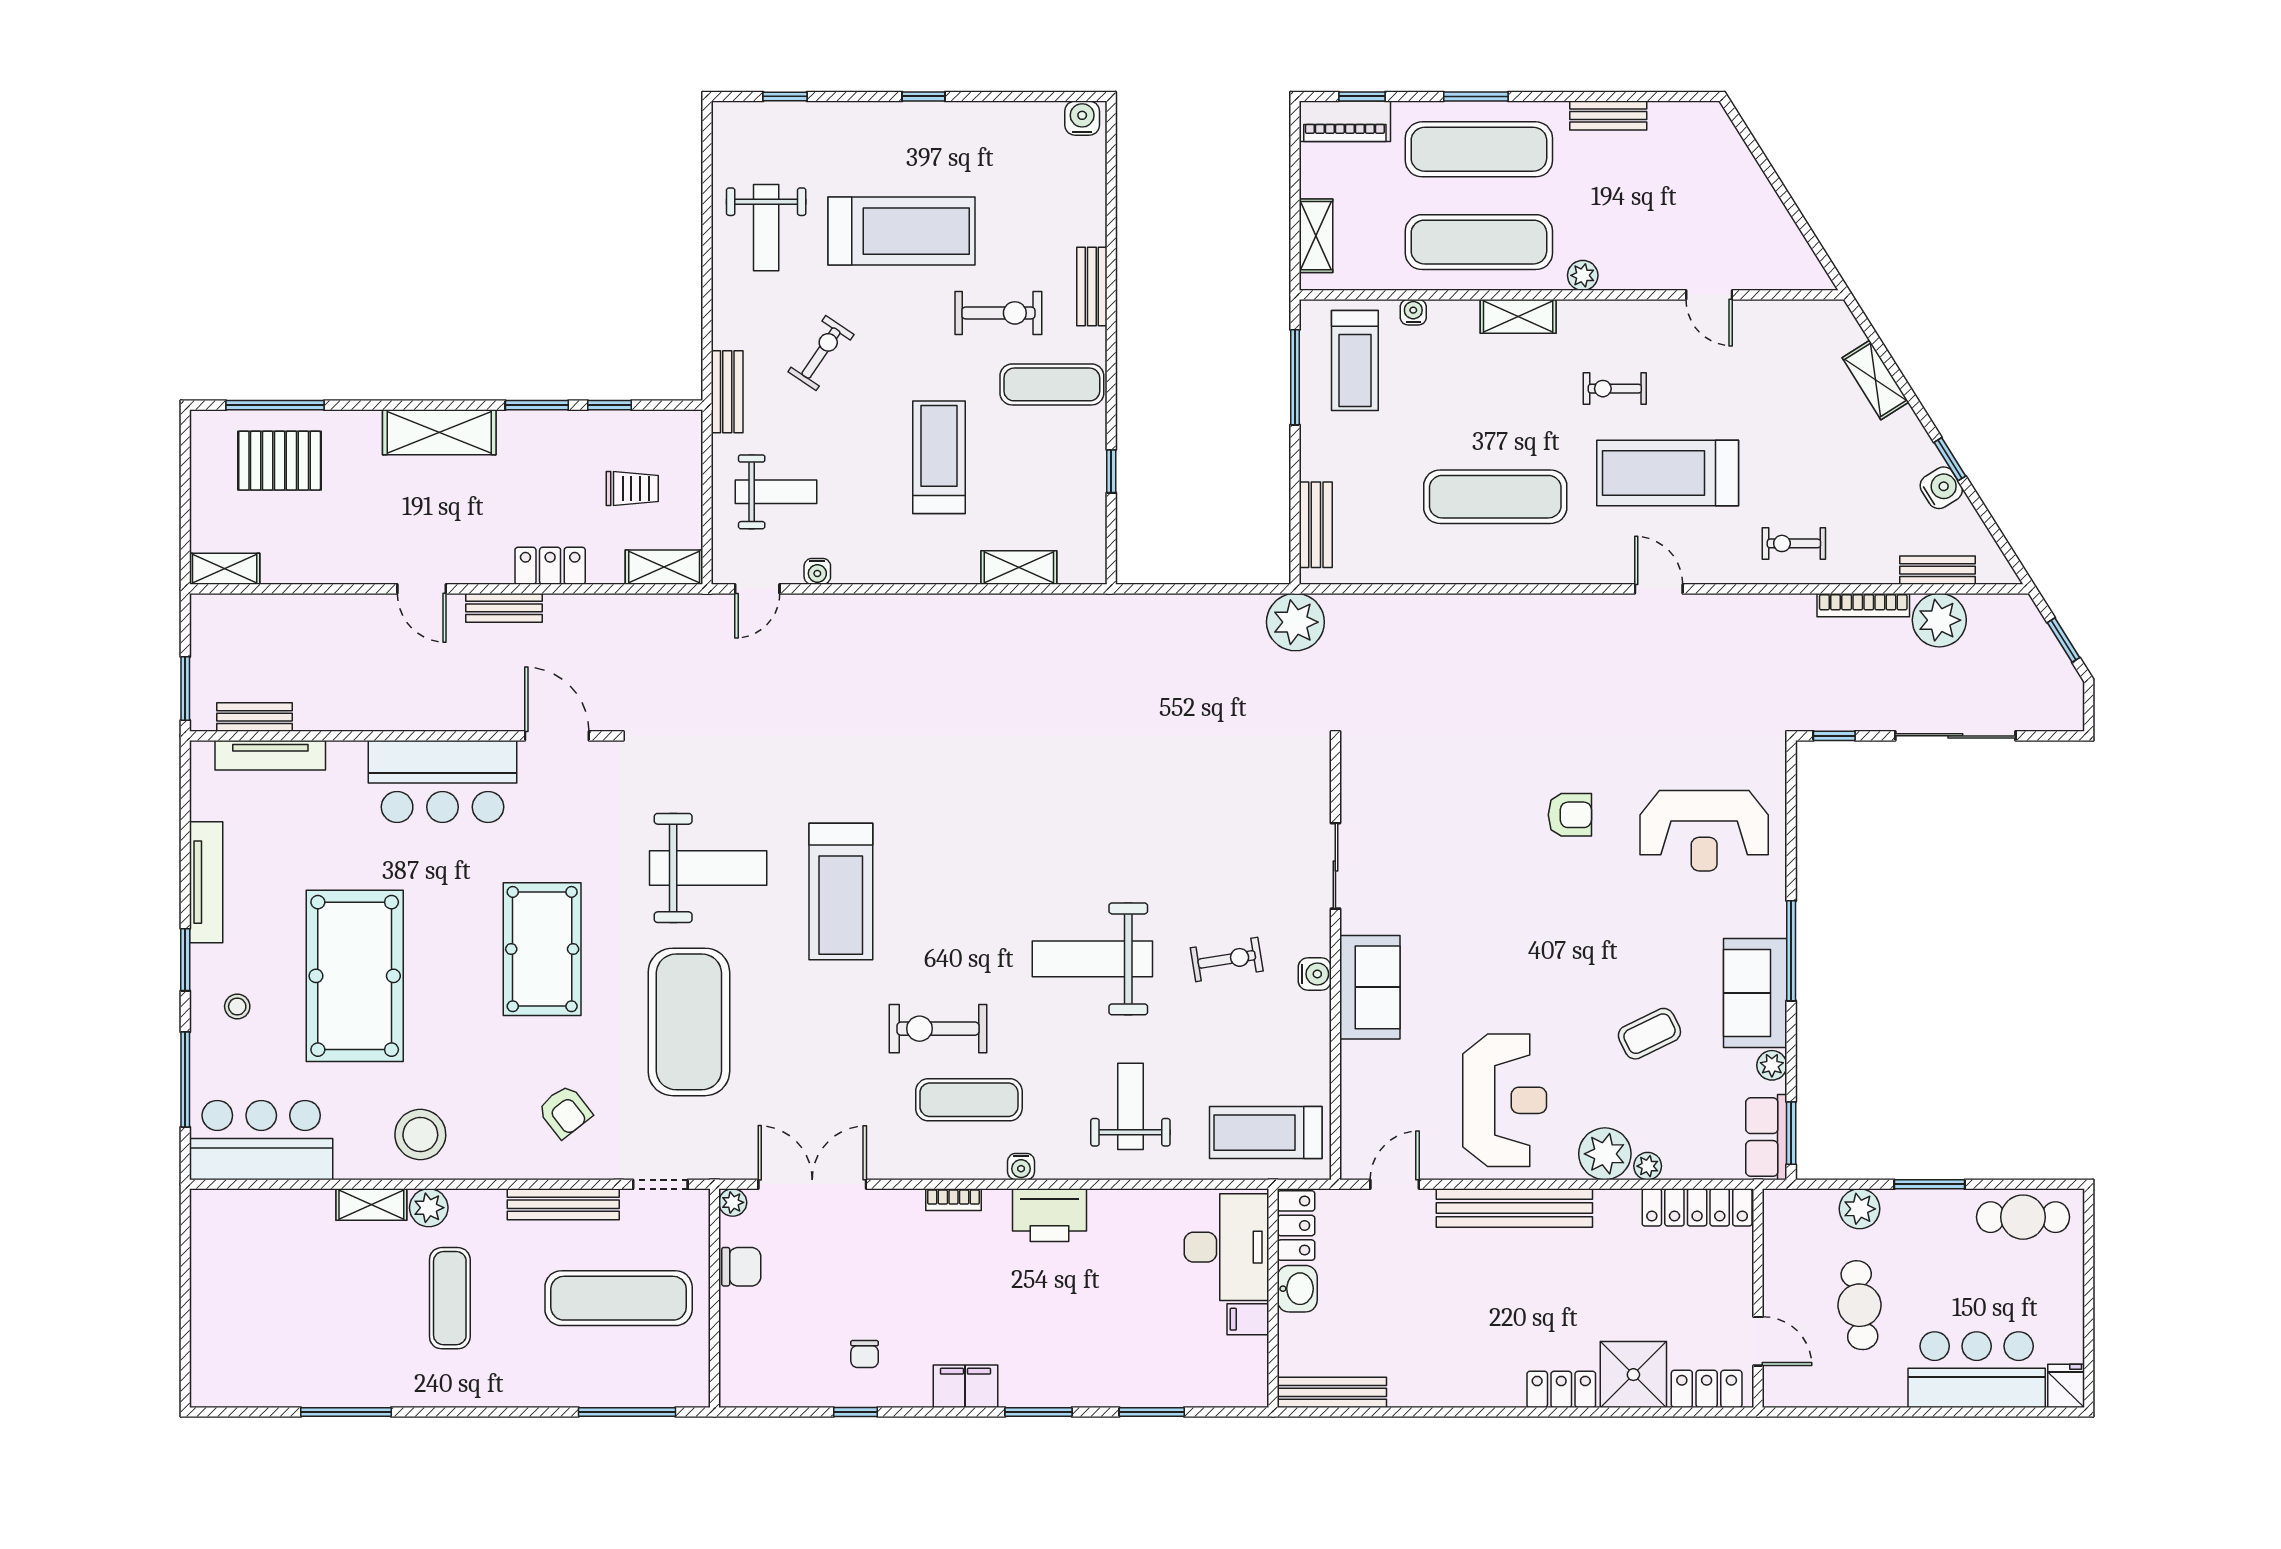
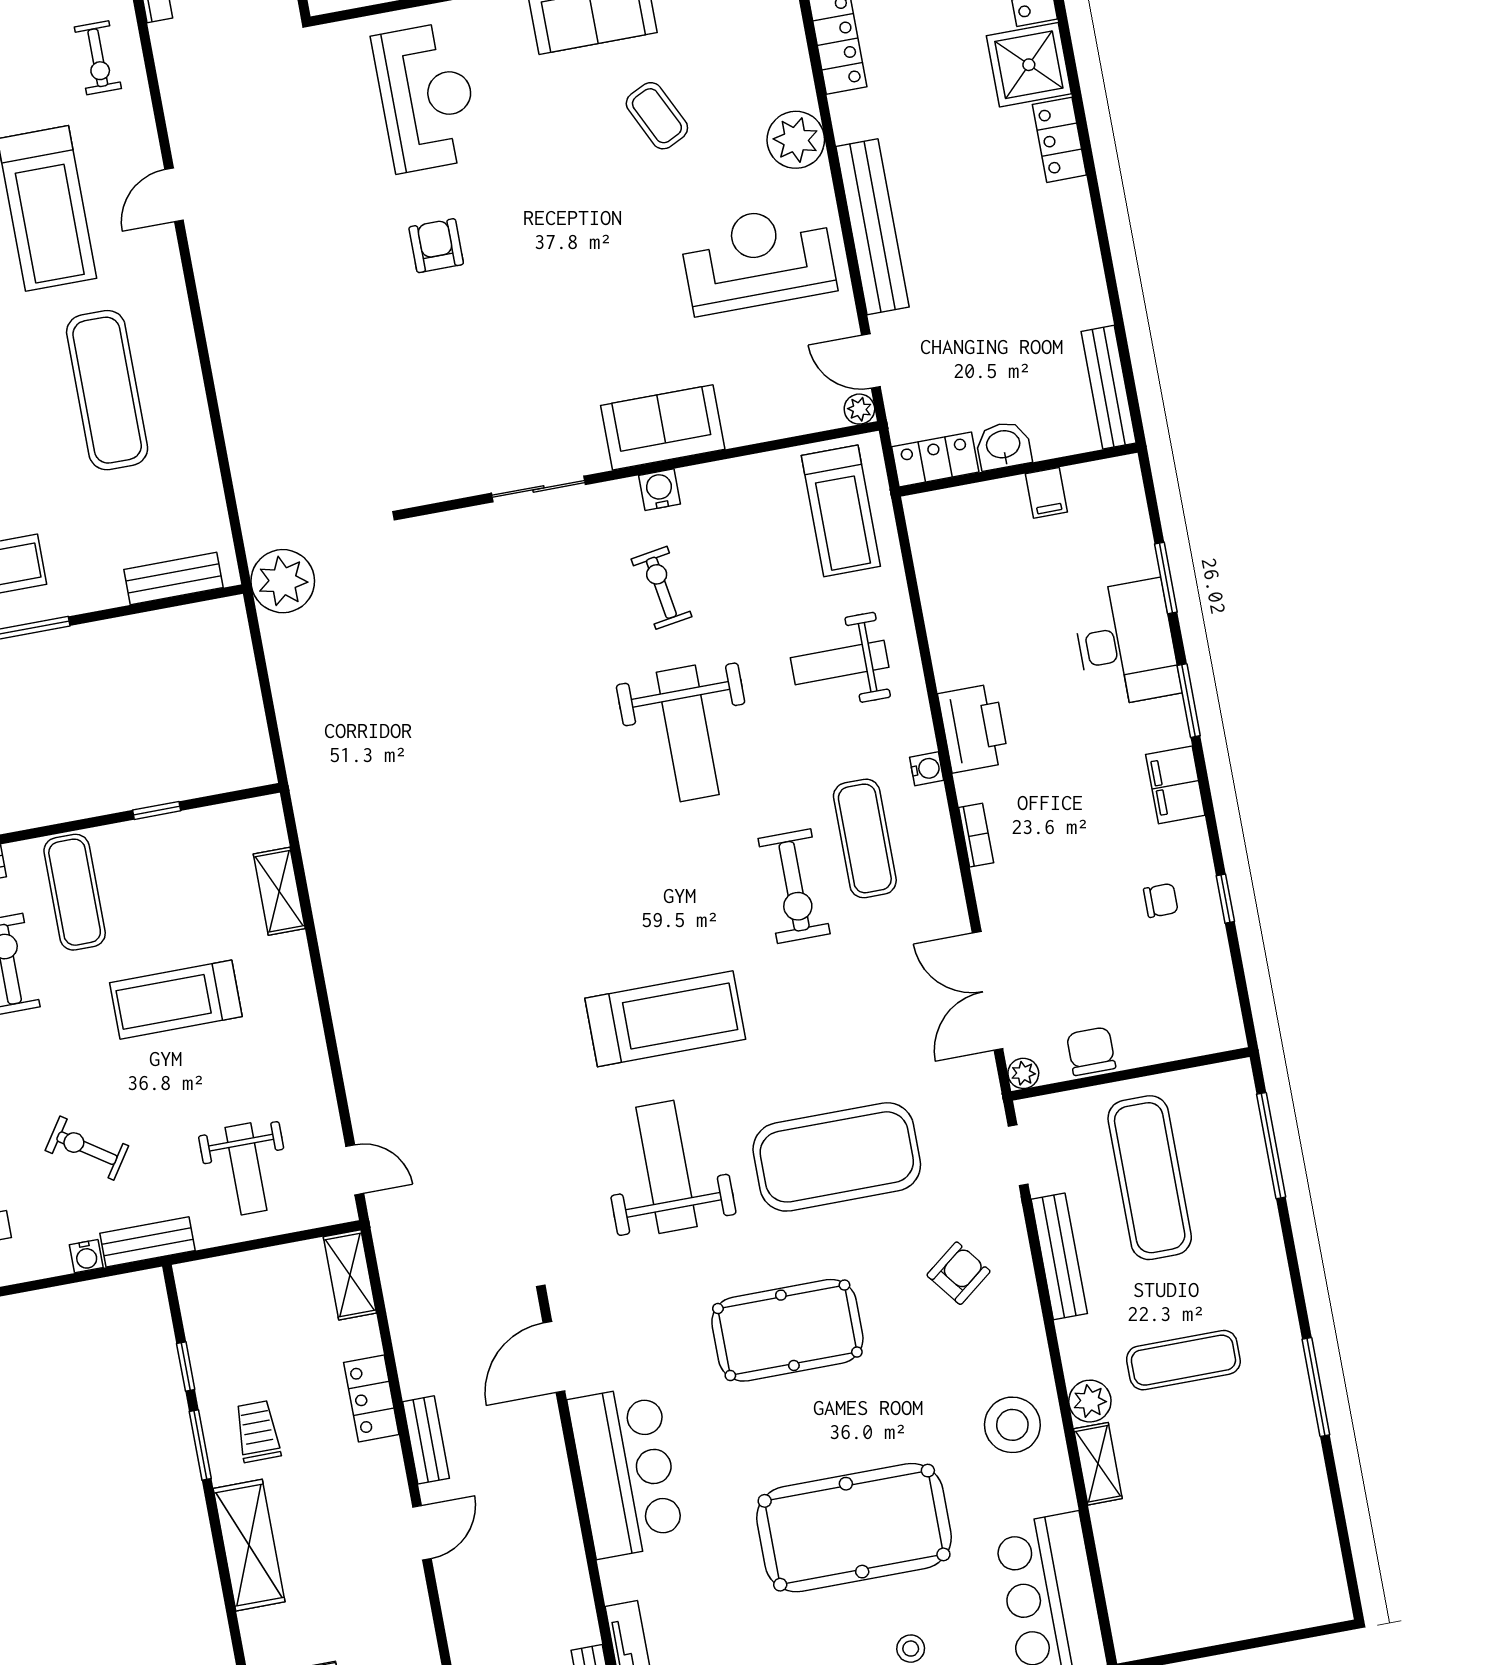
trolley: (632, 488) -> (258, 1431), moved
weight bench: (776, 492) -> (246, 1169), turned 180
water cooler: (817, 571) -> (86, 1256), moved, turned 90
plant: (1648, 1166) -> (859, 409), moved
desk: (1226, 1247) -> (1126, 643), moved, turned 90
window: (346, 1412) -> (1316, 1387), moved

